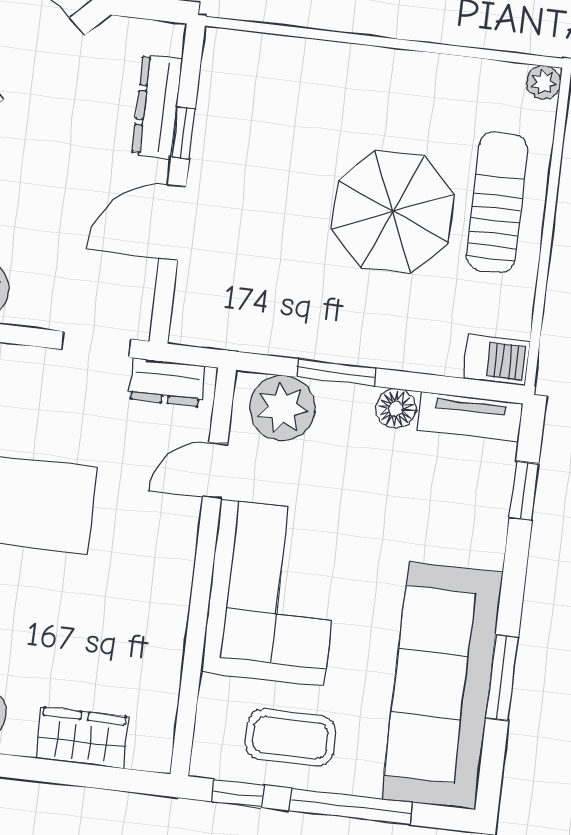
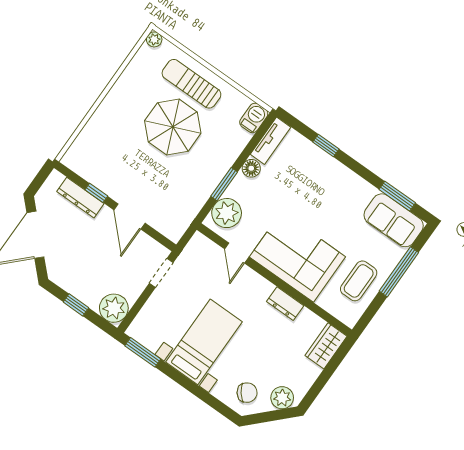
dresser: (167, 382) -> (285, 304), moved, turned 90
window: (524, 491) -> (326, 146), moved
window: (502, 678) -> (397, 196), moved
sofa: (442, 686) -> (394, 220), width x0.54, depth x0.79
wardrobe: (82, 738) -> (326, 346), moved
window: (238, 793) -> (369, 314), removed

